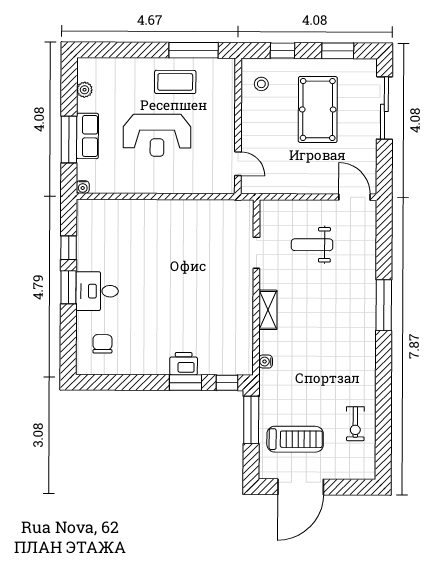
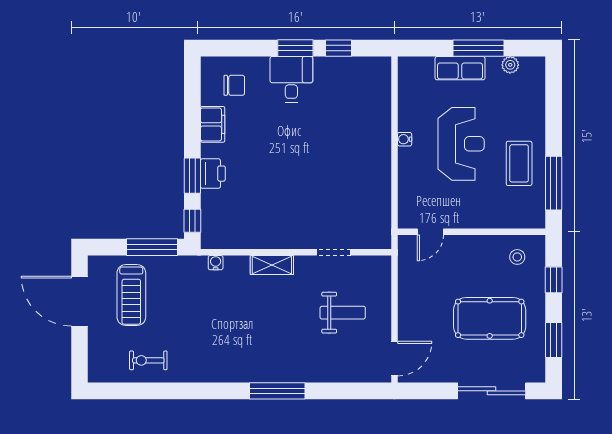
reception desk: (157, 135) -> (461, 144), turned 180
window: (69, 139) -> (479, 48), moved
water cooler: (83, 187) -> (405, 139), moved
weight bench: (312, 245) -> (343, 313), turned 90
filing cabinet: (138, 364) -> (213, 124), added

